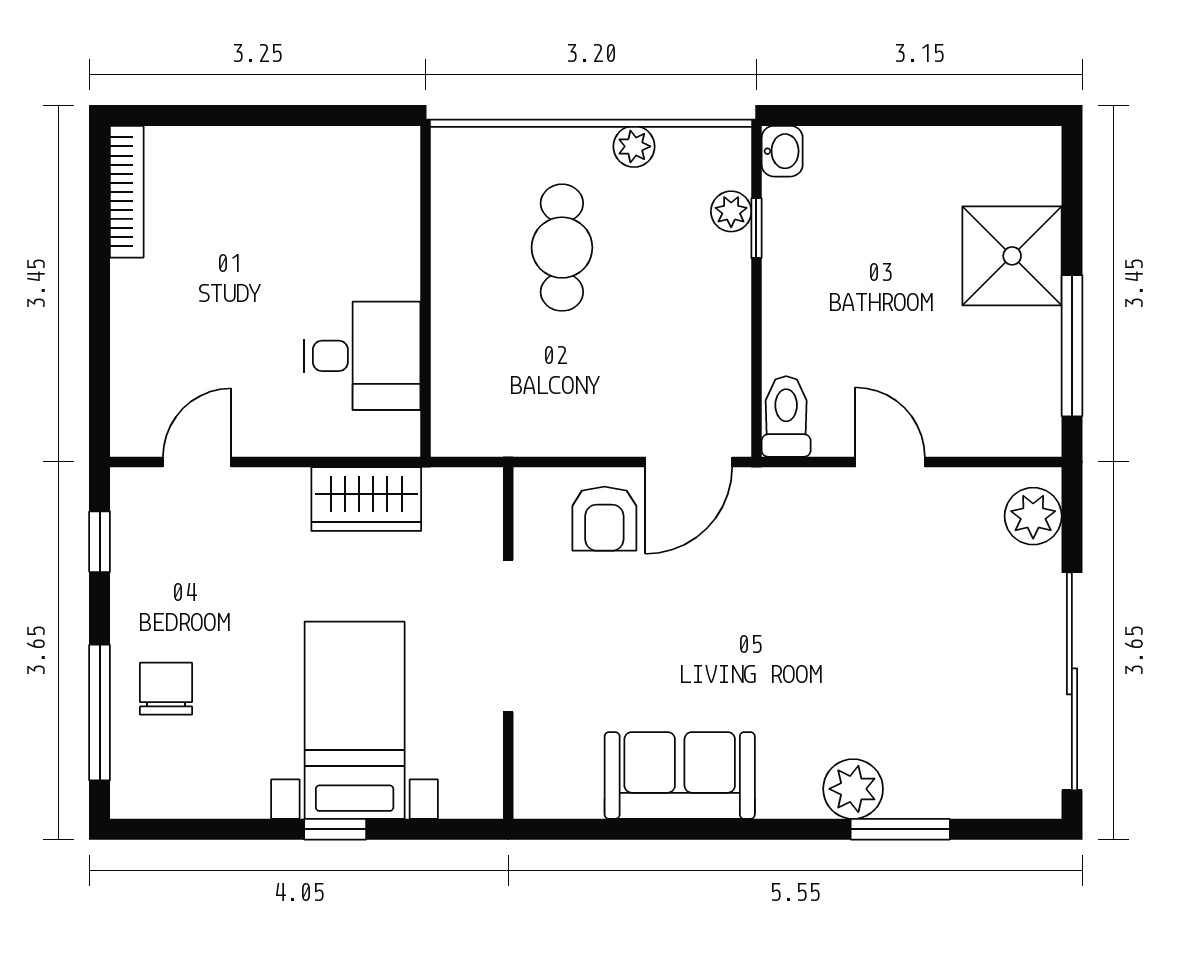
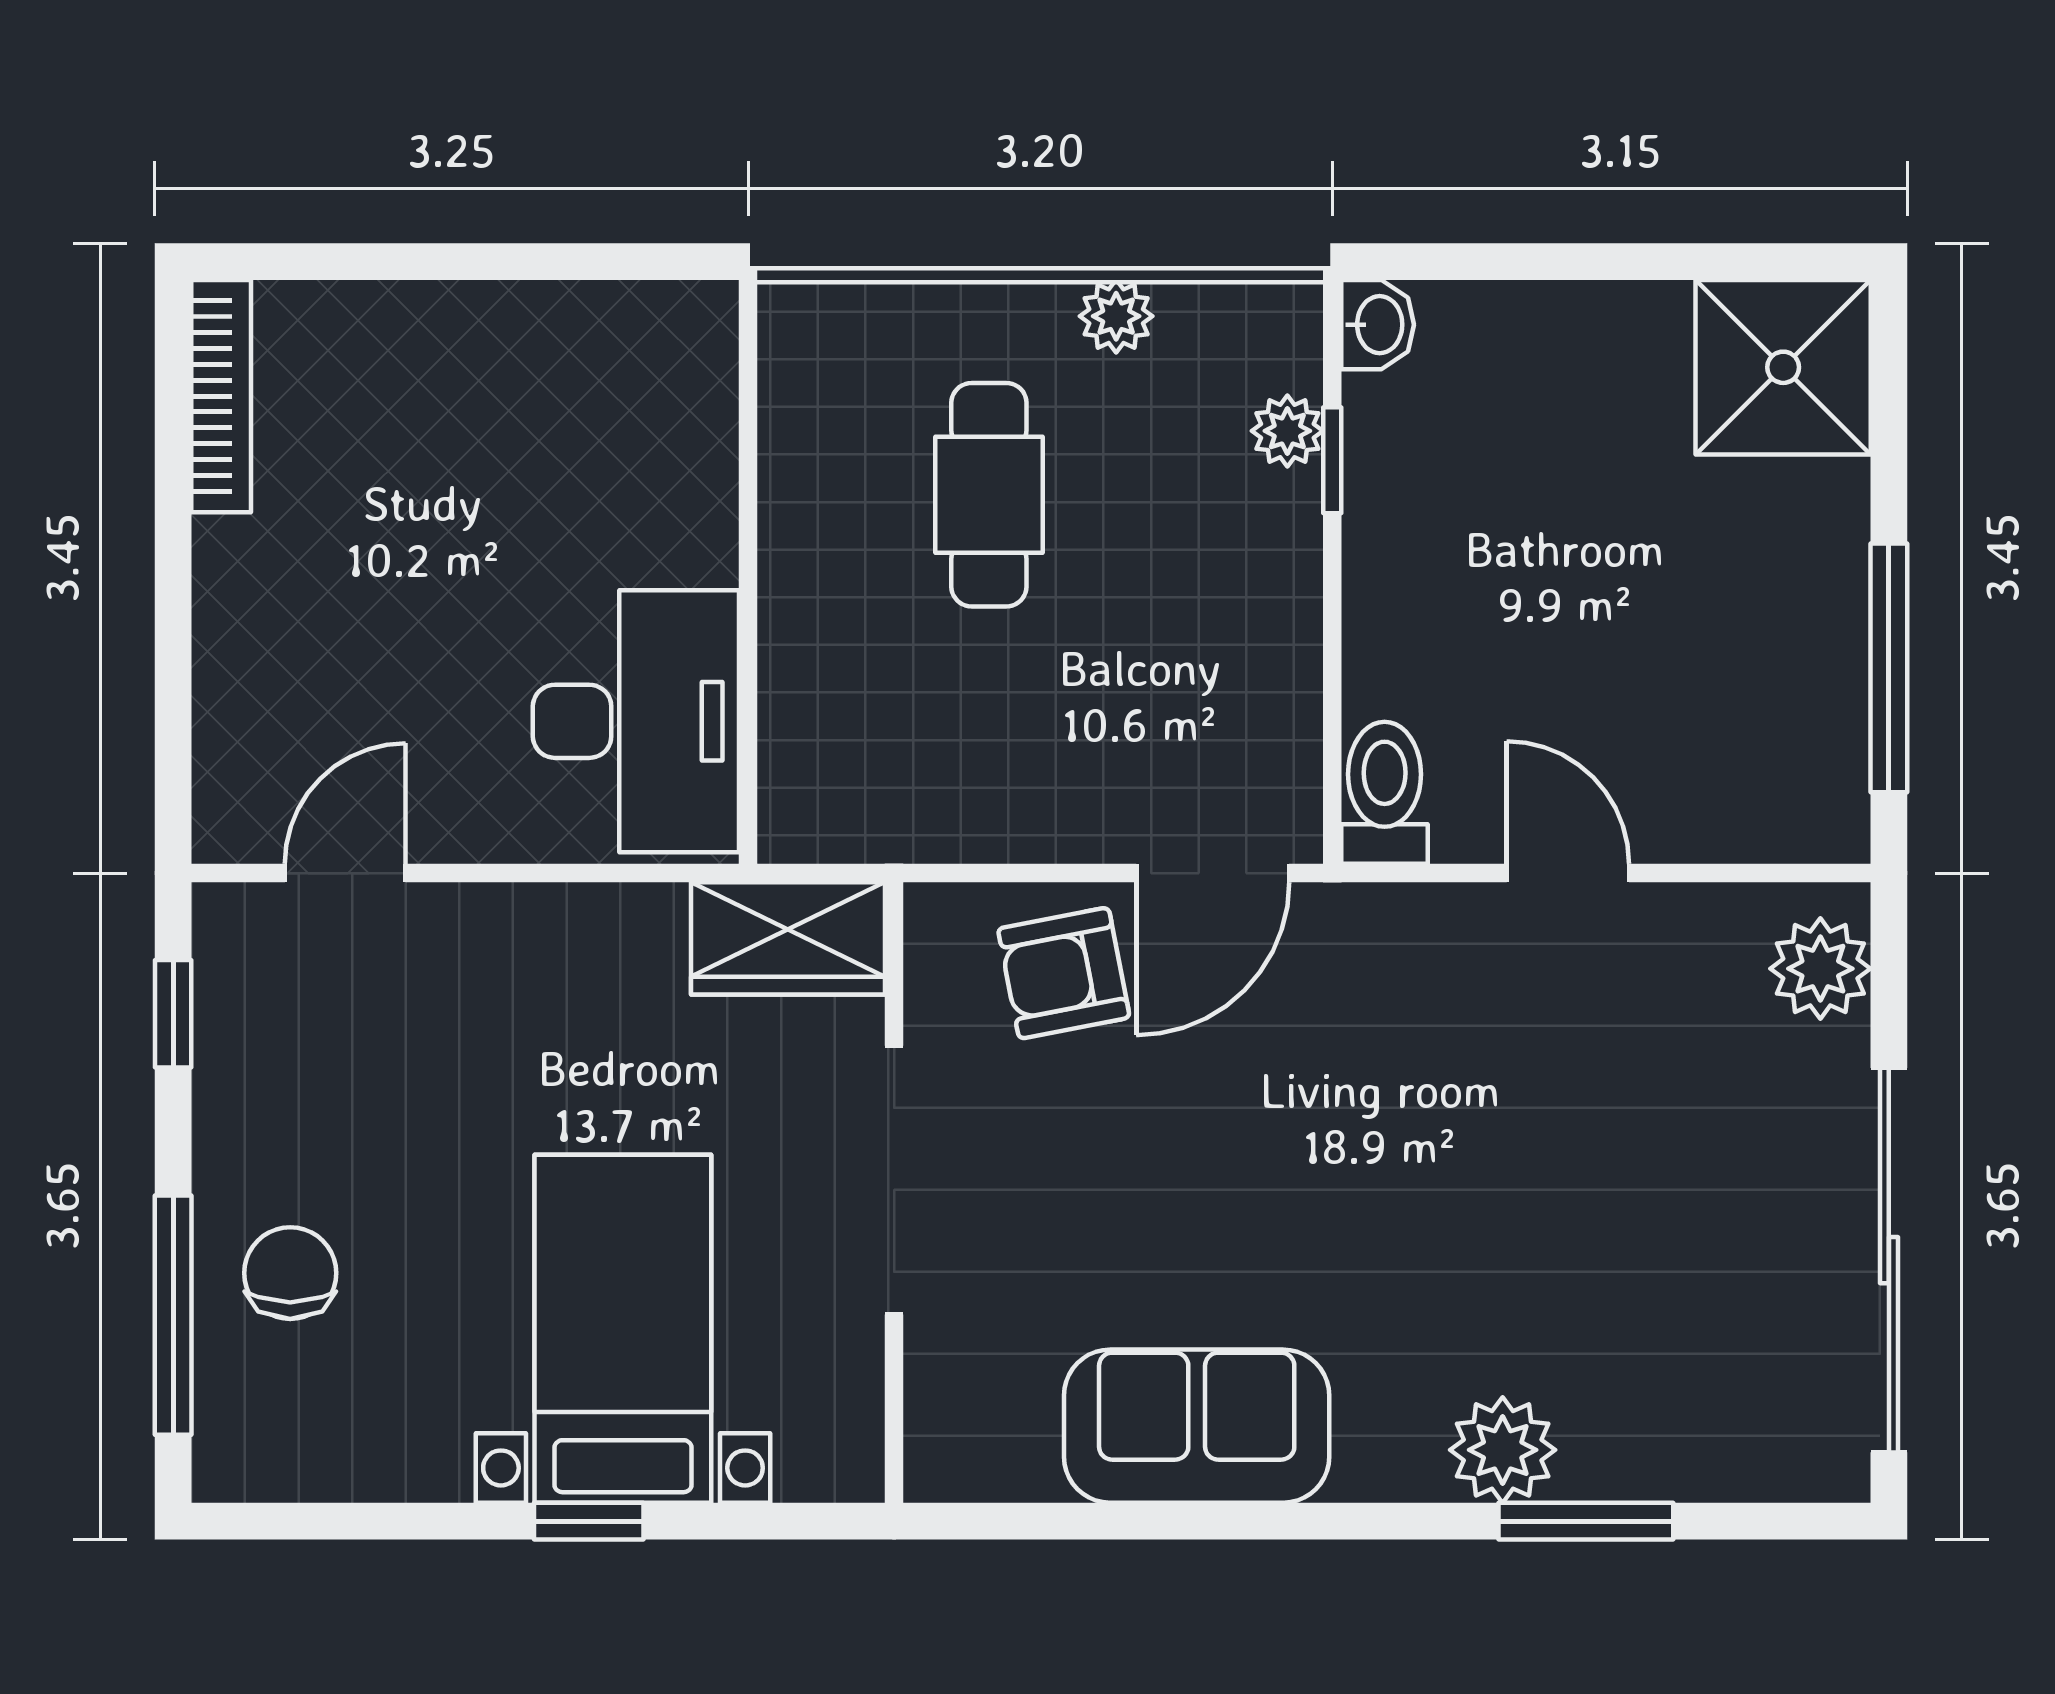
shower: (1012, 256) -> (1783, 367), moved
desk: (362, 356) -> (636, 721), width x1.37
wardrobe: (366, 499) -> (788, 938), moved
armchair: (604, 519) -> (1064, 973), turned 79

